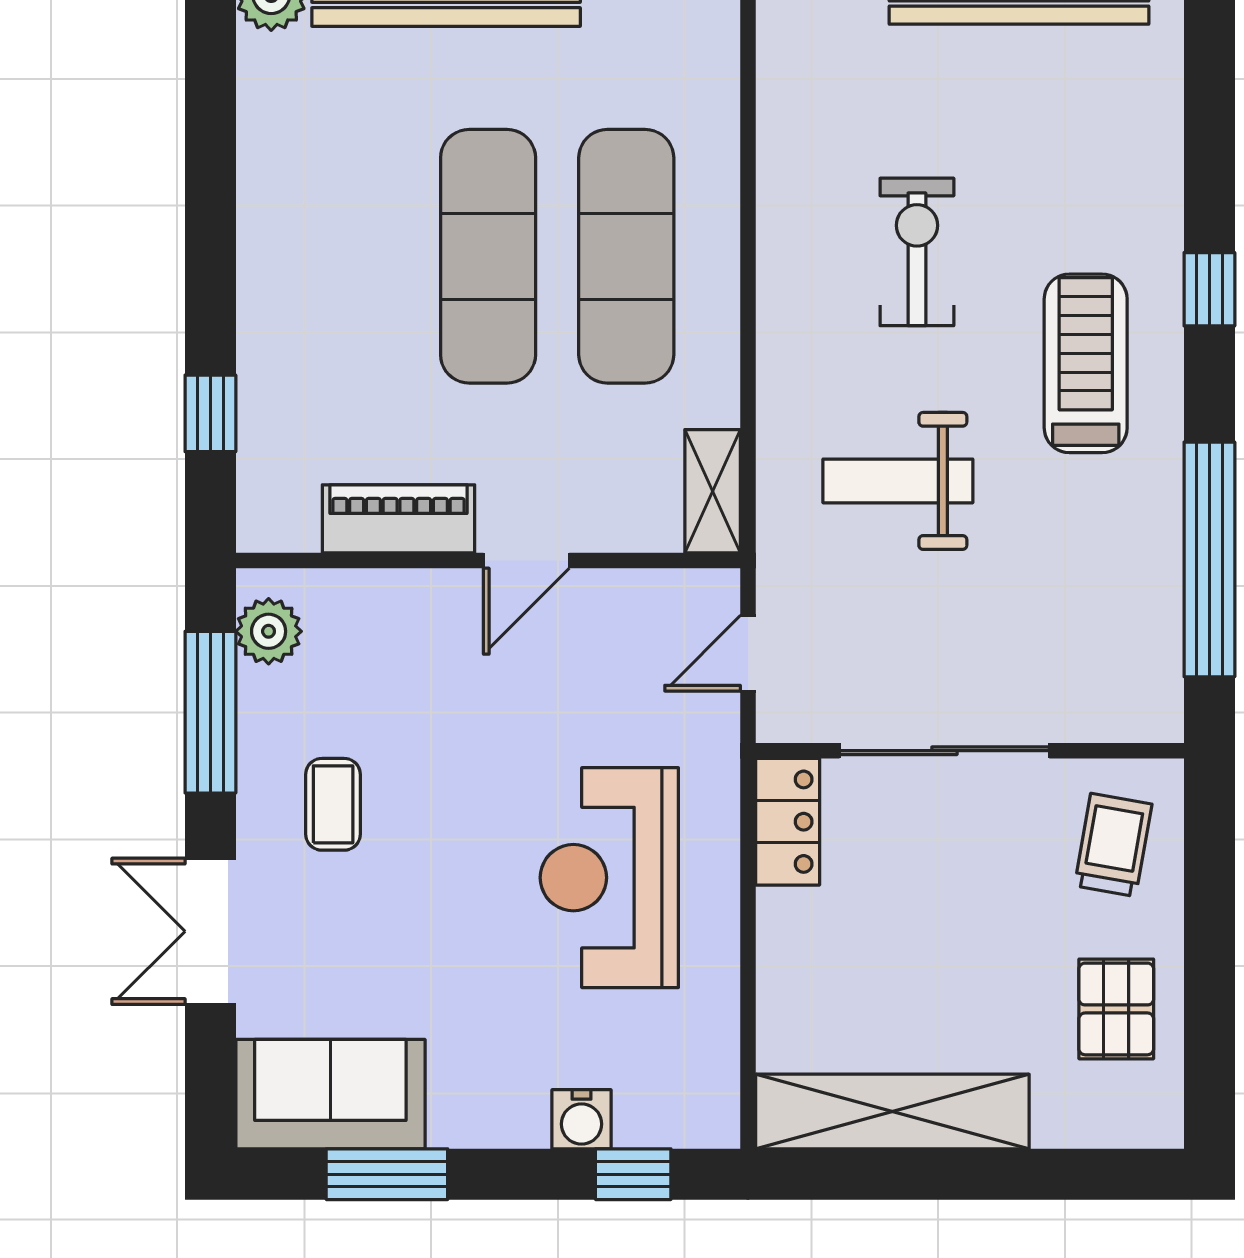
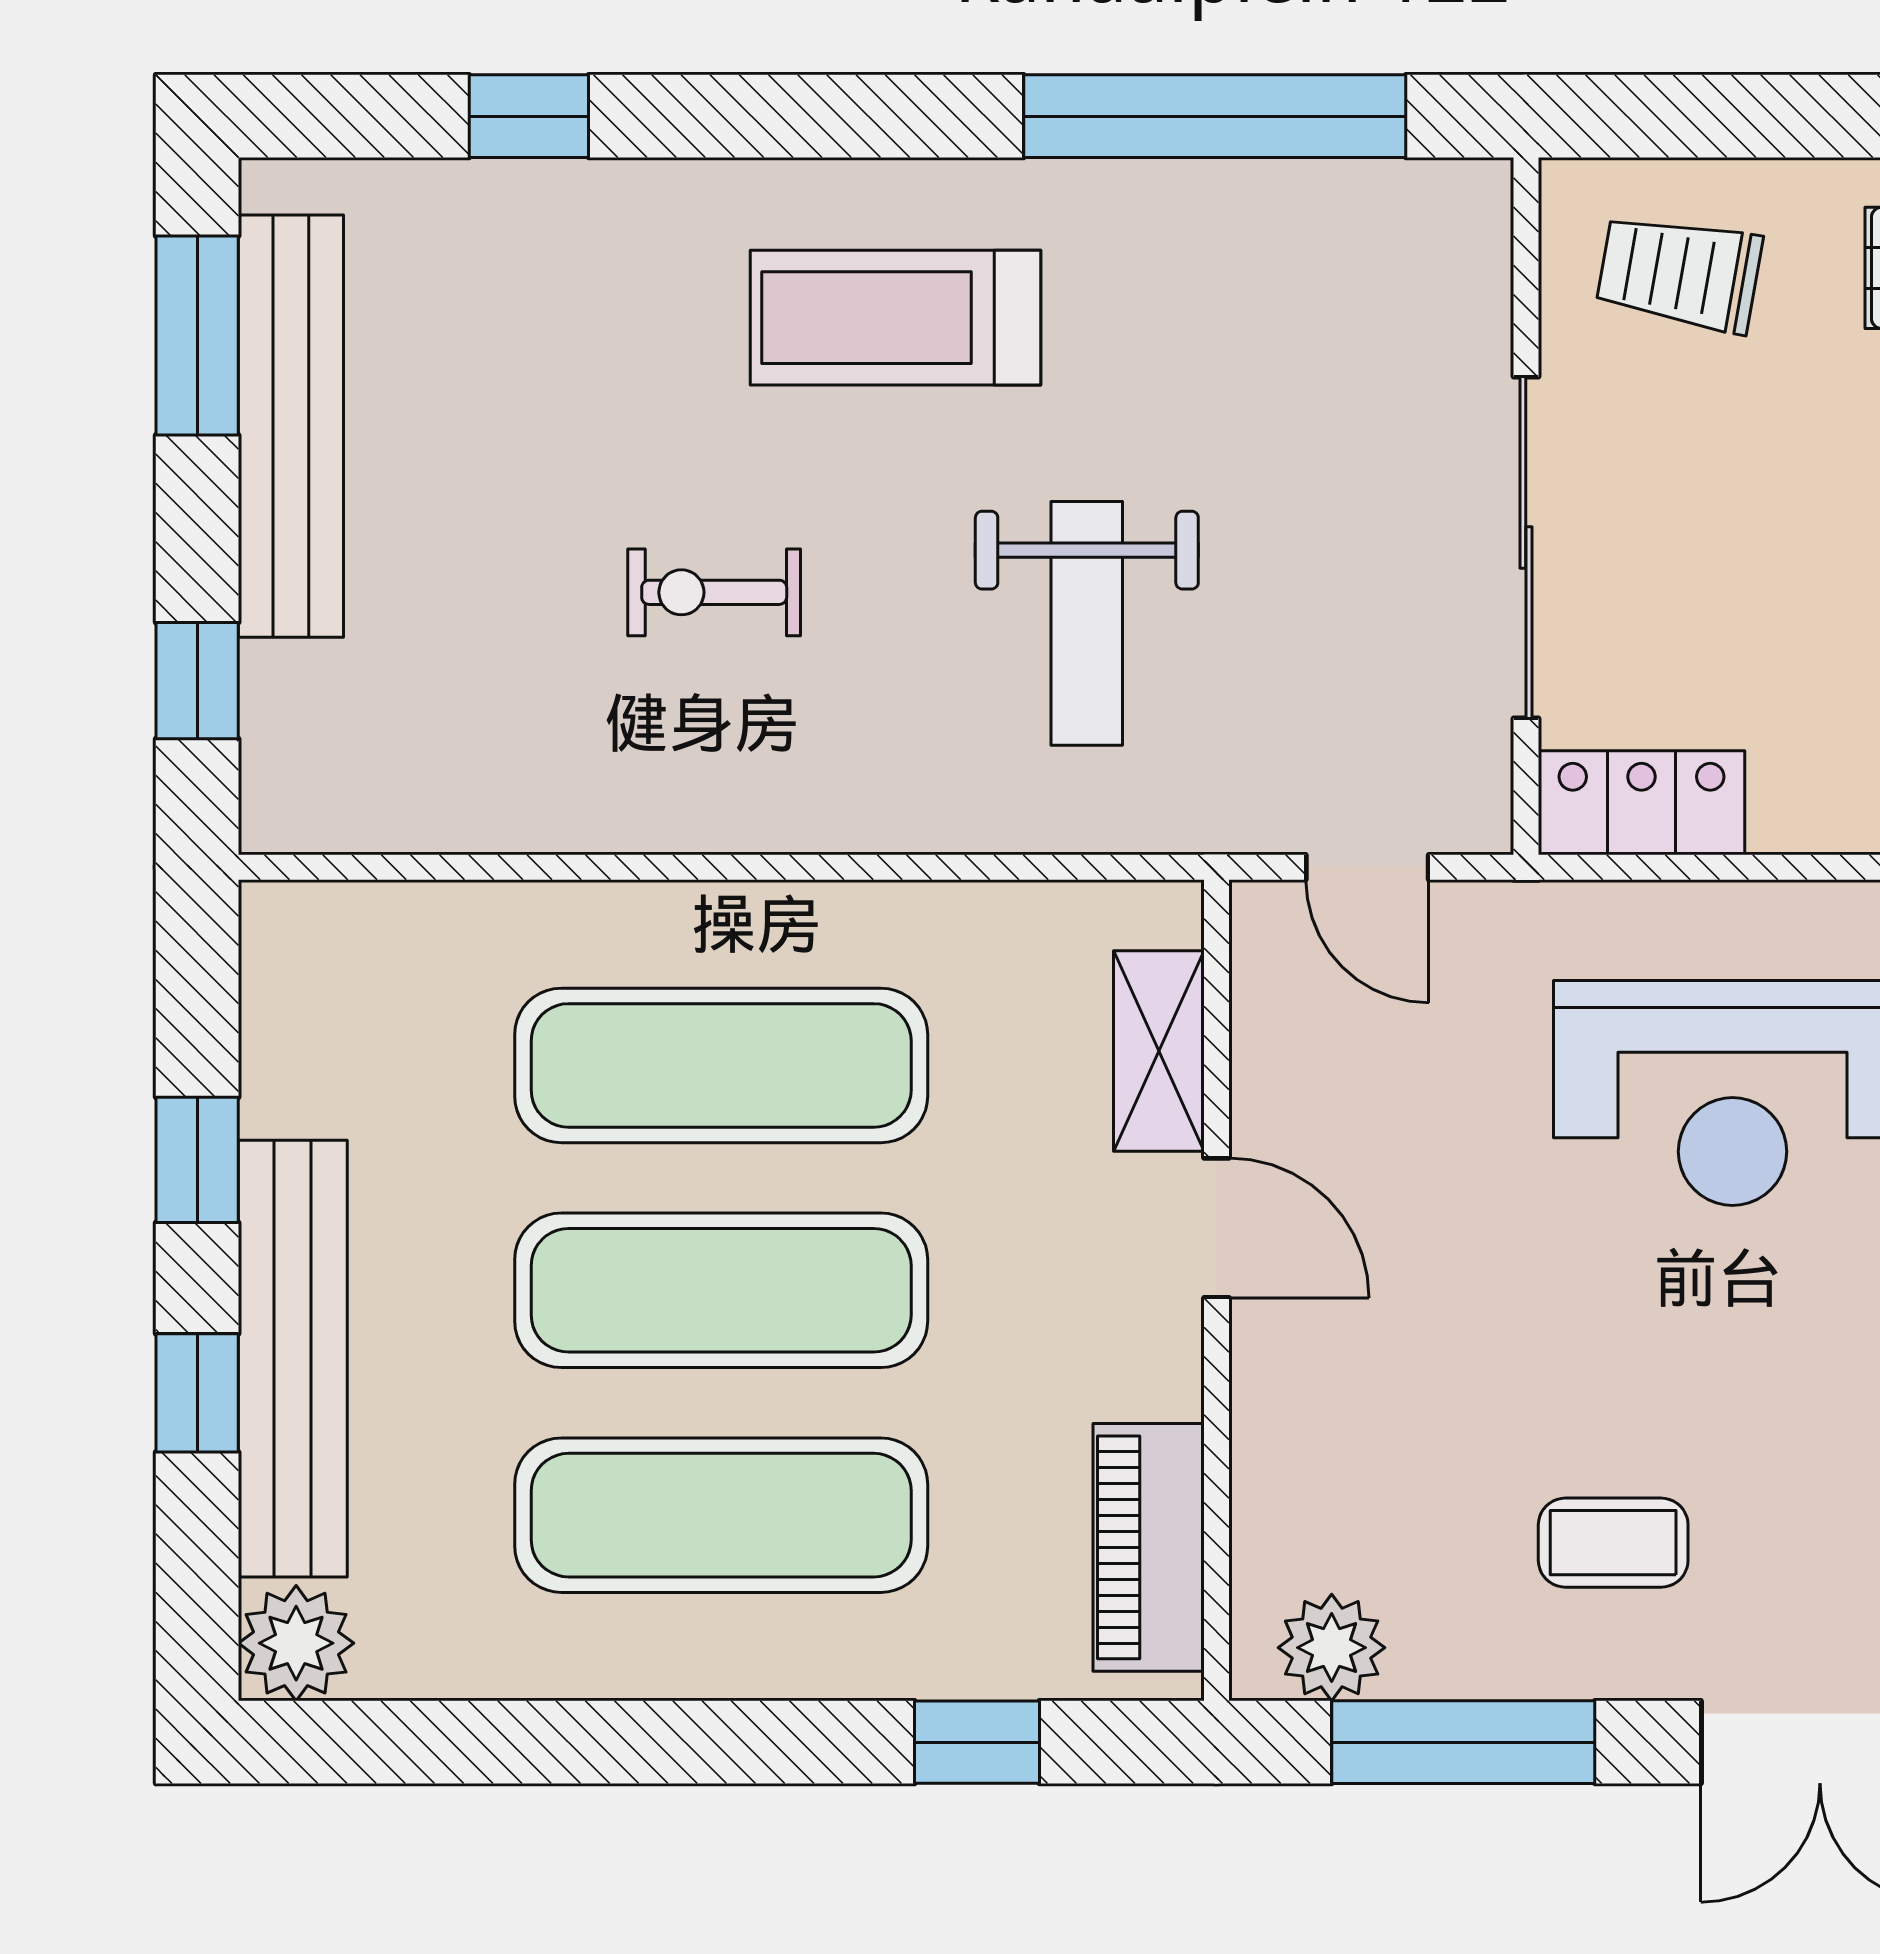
exercise bike: (917, 252) -> (714, 592), width x0.73, depth x0.72
exercise mat: (350, 256) -> (721, 1515), added
window: (1209, 289) -> (529, 116), moved
shelving: (713, 491) -> (1159, 1051), moved, turned 90
piano: (399, 519) -> (1149, 1547), moved

